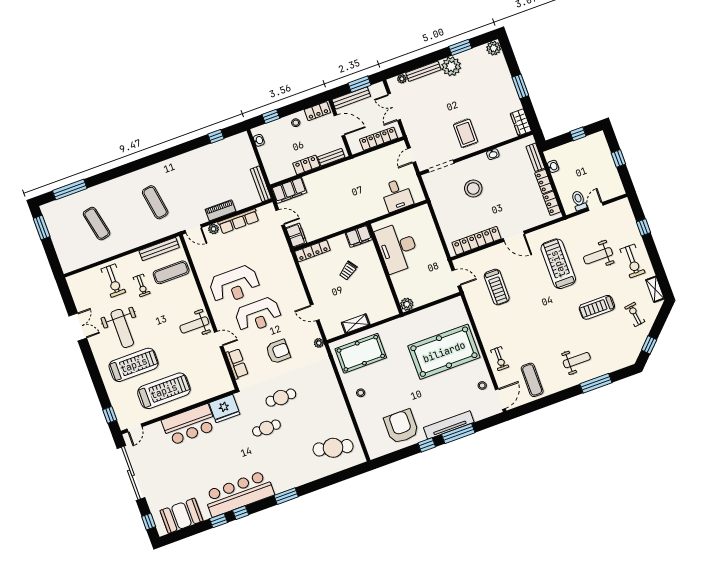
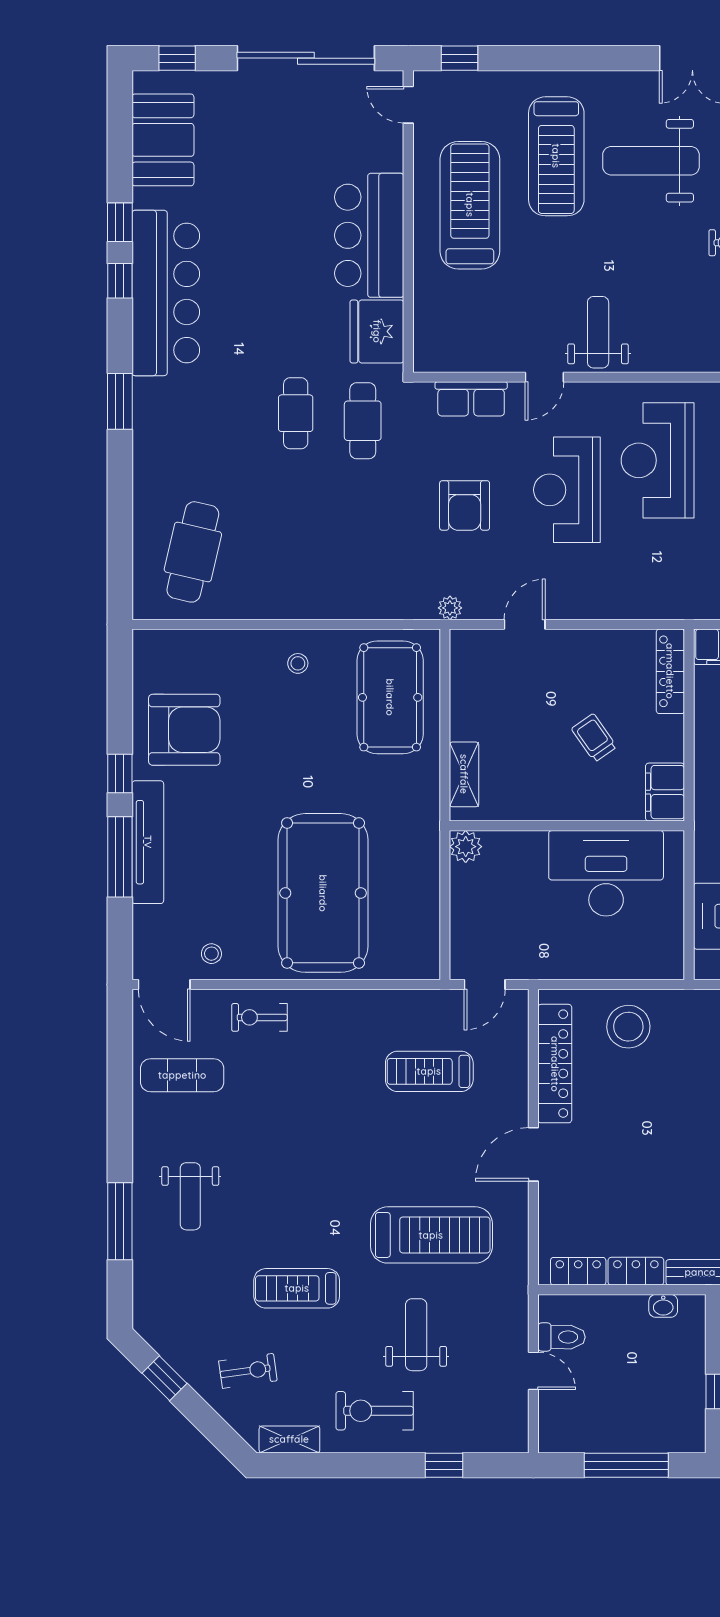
window: (618, 158) -> (626, 1465), width x2.17
stool: (473, 188) -> (628, 1027), moved
treadmill: (597, 307) -> (297, 1288), turned -90
shelving: (356, 324) -> (464, 774), moved
treadmill: (164, 391) -> (470, 205), turned 180
cafe table: (281, 398) -> (363, 421), moved

